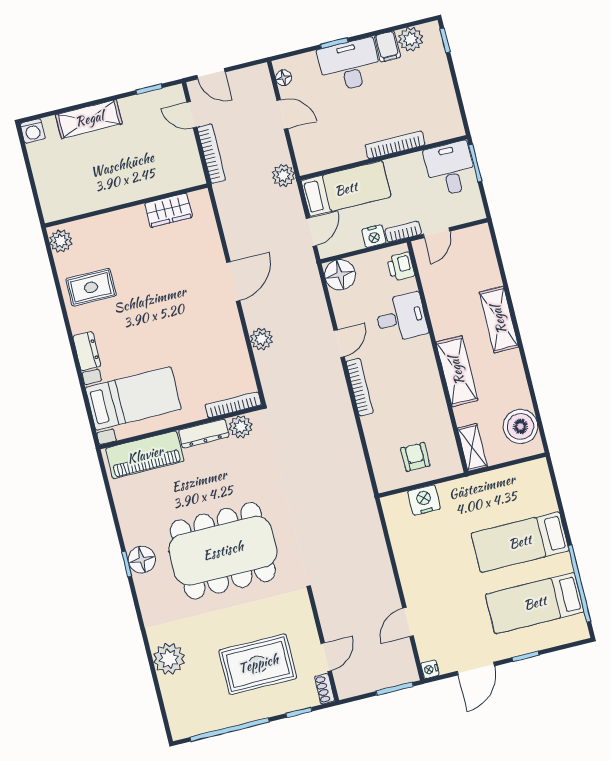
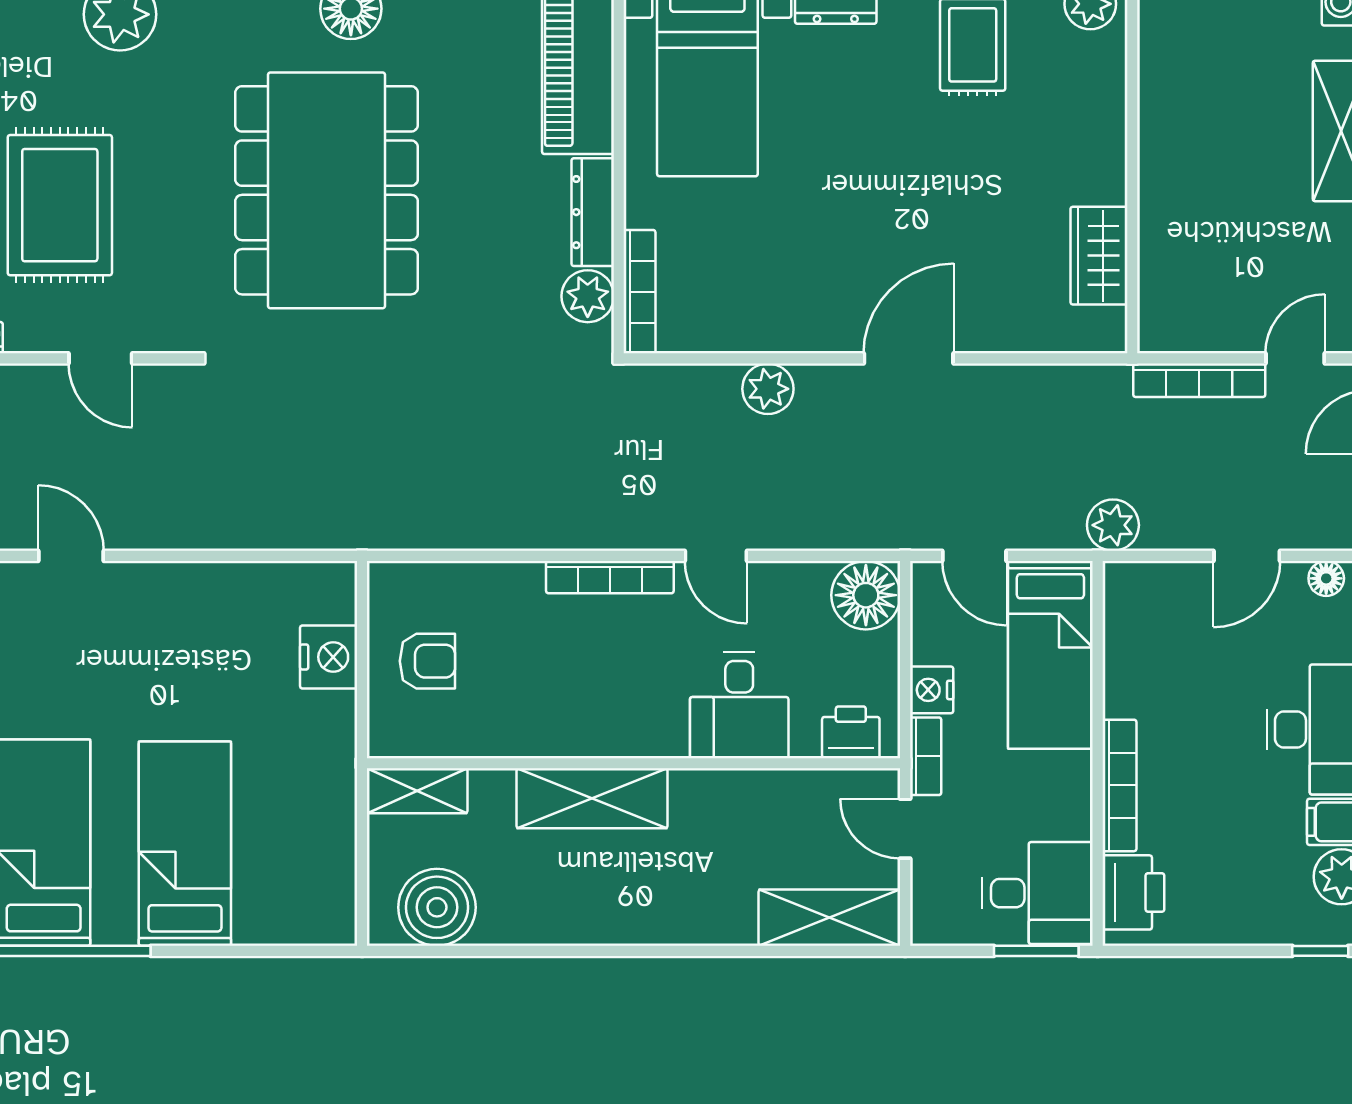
printer: (440, 127) -> (1133, 892), added
door: (233, 281) -> (909, 358), swing flipped
shelving: (499, 320) -> (829, 918), moved
door: (326, 657) -> (100, 358), moved

